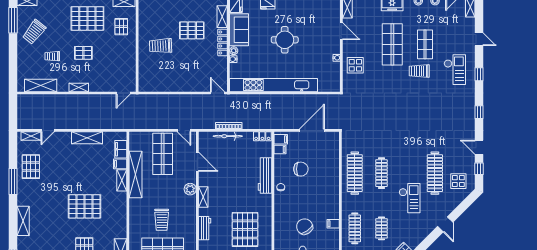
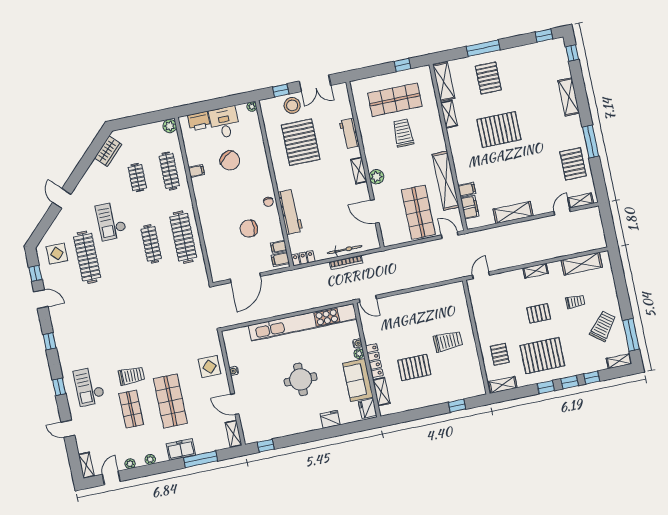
door: (184, 130) -> (450, 235), moved
shelving: (122, 180) -> (449, 114), moved

